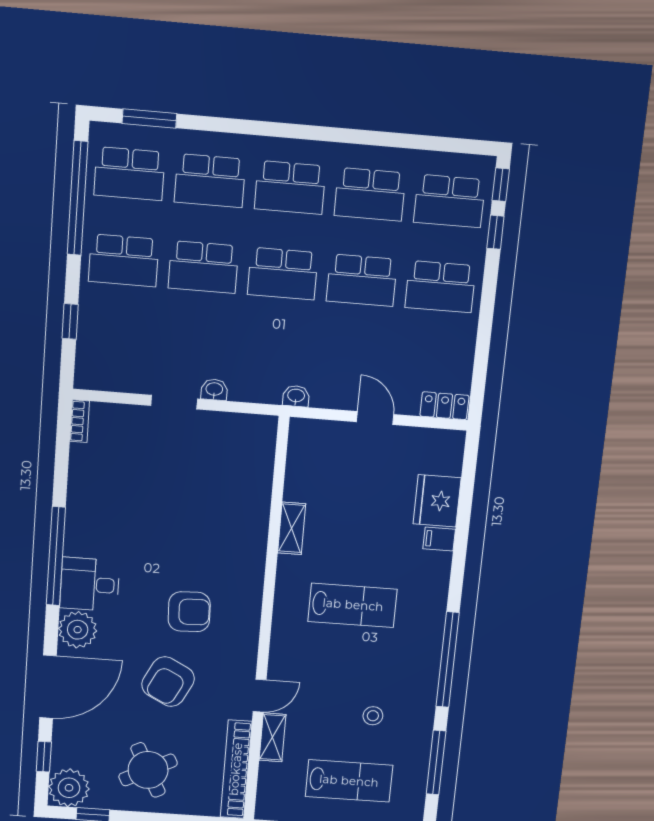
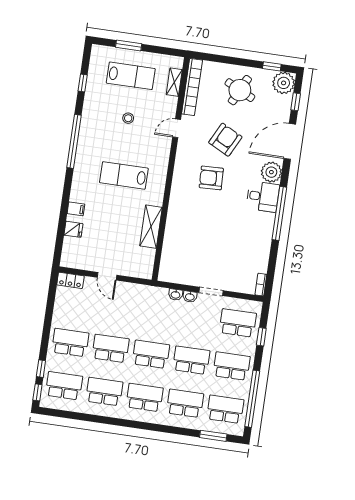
school desk: (118, 345) -> (238, 323), added
washbasin: (296, 396) -> (176, 295), moved
fridge: (437, 501) -> (73, 229), width x0.53, depth x0.75
shelving: (292, 528) -> (151, 227), width x1.50, depth x1.33
stool: (373, 716) -> (128, 118), moved
shelving: (273, 737) -> (174, 82), moved
window: (436, 762) -> (83, 83), width x0.46
round table: (148, 770) -> (240, 90), turned -37
lab bench: (349, 781) -> (131, 76), turned 180

